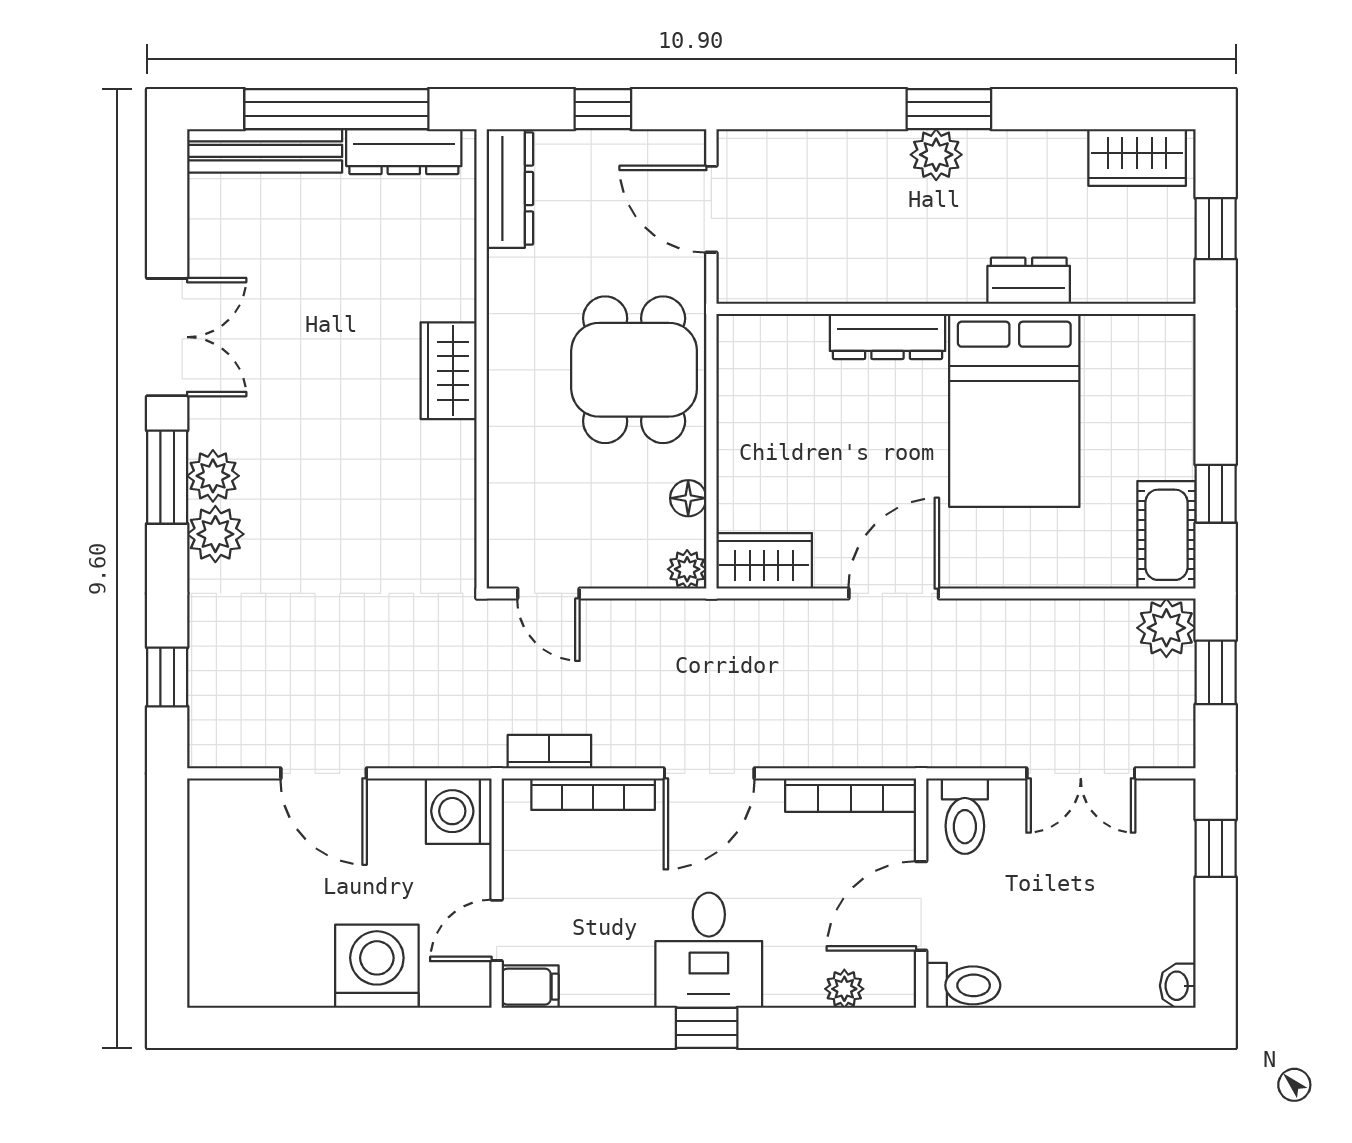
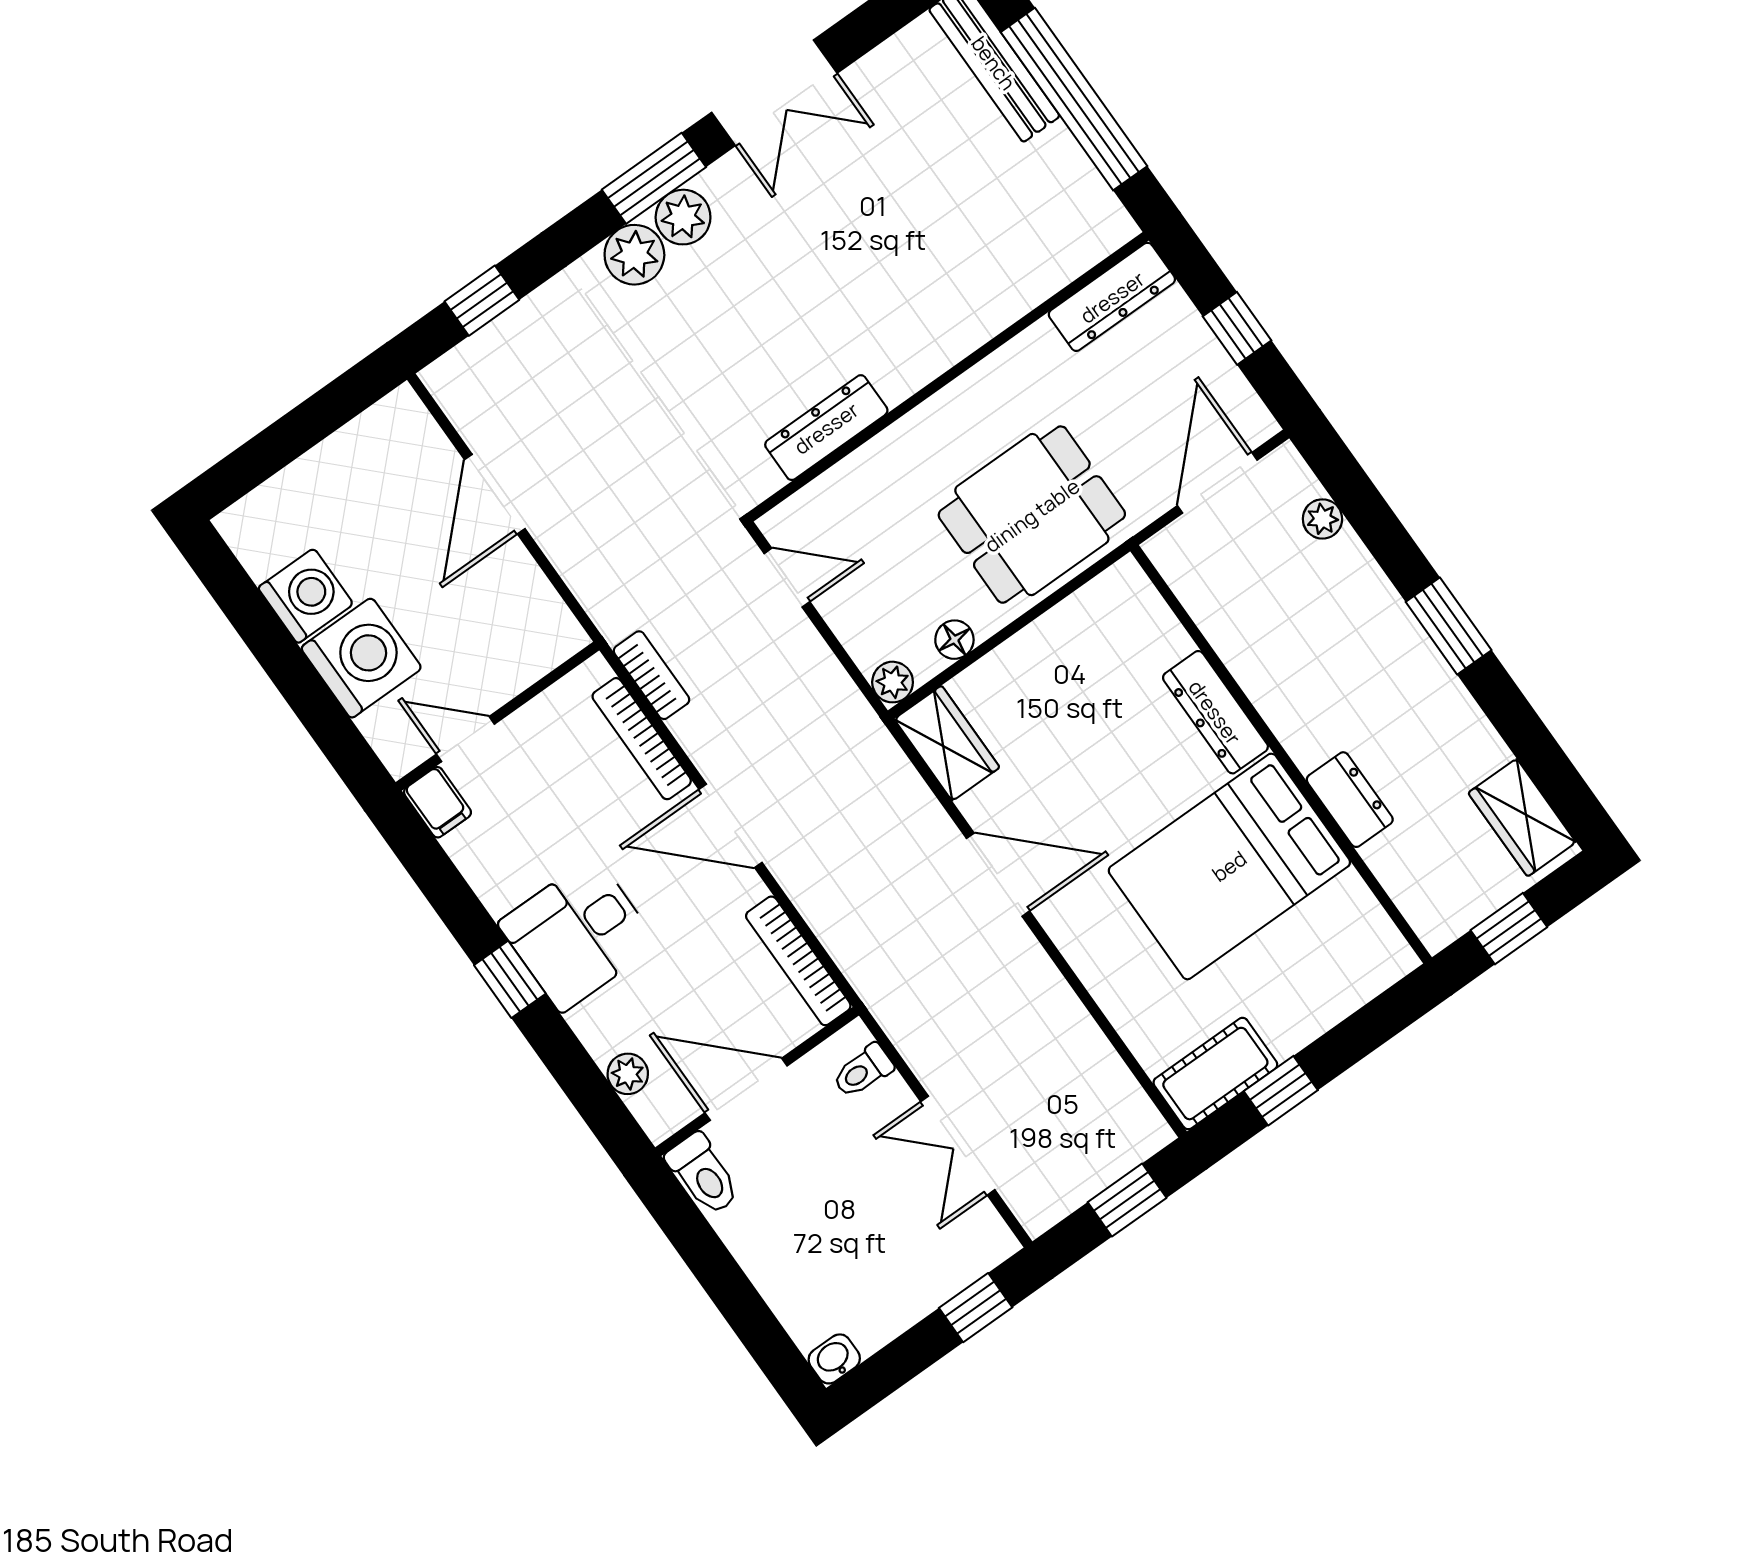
dresser: (404, 152) -> (826, 428), moved, turned 90
plant: (936, 155) -> (1322, 519), moved, width x0.73, depth x0.73
wardrobe: (449, 371) -> (918, 356), removed
door: (548, 593) -> (787, 578), swing flipped
plant: (1166, 628) -> (1135, 1130), removed
washing machine: (459, 811) -> (306, 596), moved, turned 90
toilet: (965, 816) -> (863, 1071), width x0.73, depth x0.72

